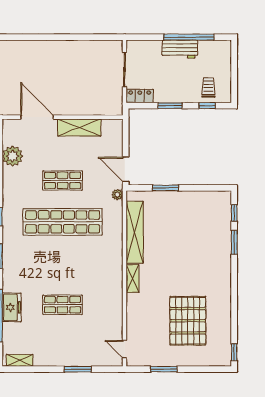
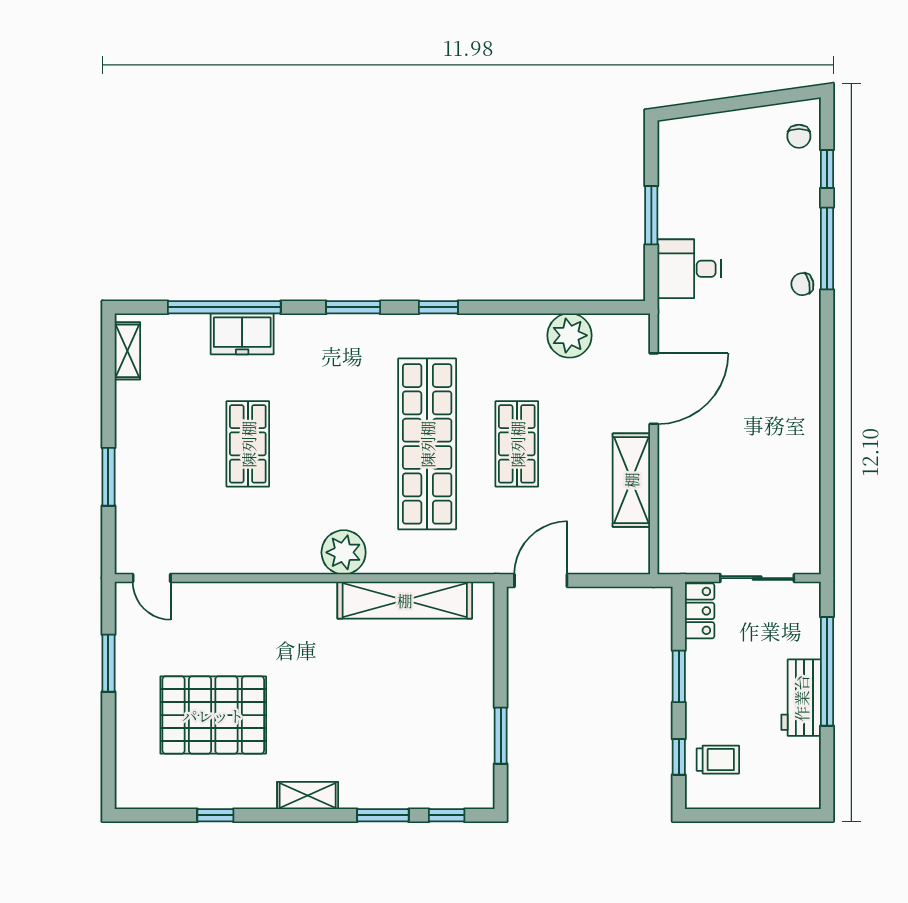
window: (189, 37) -> (827, 671), moved
window: (166, 188) -> (501, 736), moved
plant: (117, 195) -> (344, 552), moved, width x1.88, depth x1.88
shelving: (133, 279) -> (308, 796), moved
door: (125, 349) -> (152, 578), swing flipped
window: (234, 352) -> (215, 815), moved

